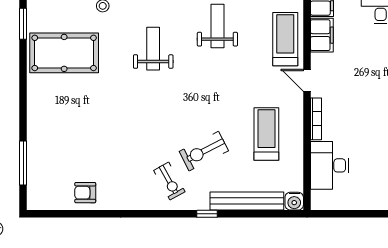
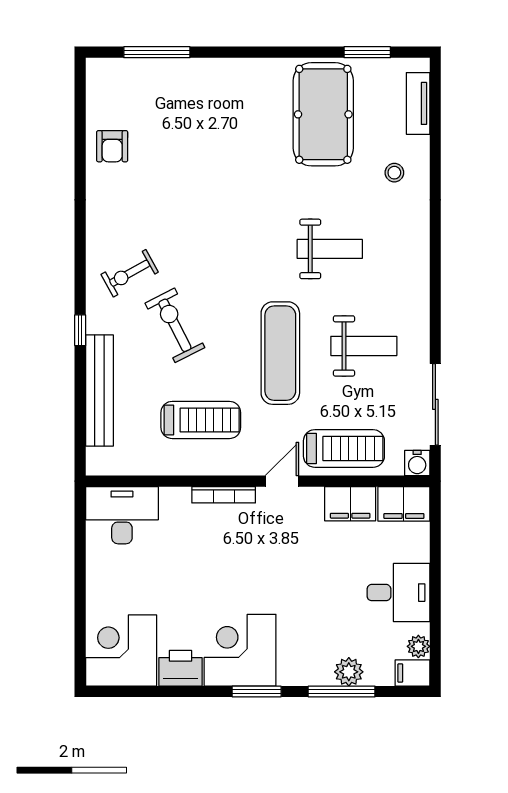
exercise mat: (222, 81) -> (280, 353), added
desk: (329, 165) -> (122, 515), moved
armchair: (85, 193) -> (112, 146), turned 180
water cooler: (294, 201) -> (99, 462), removed

